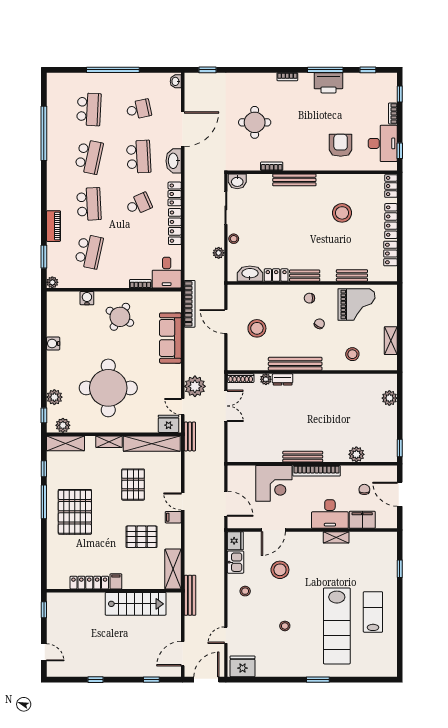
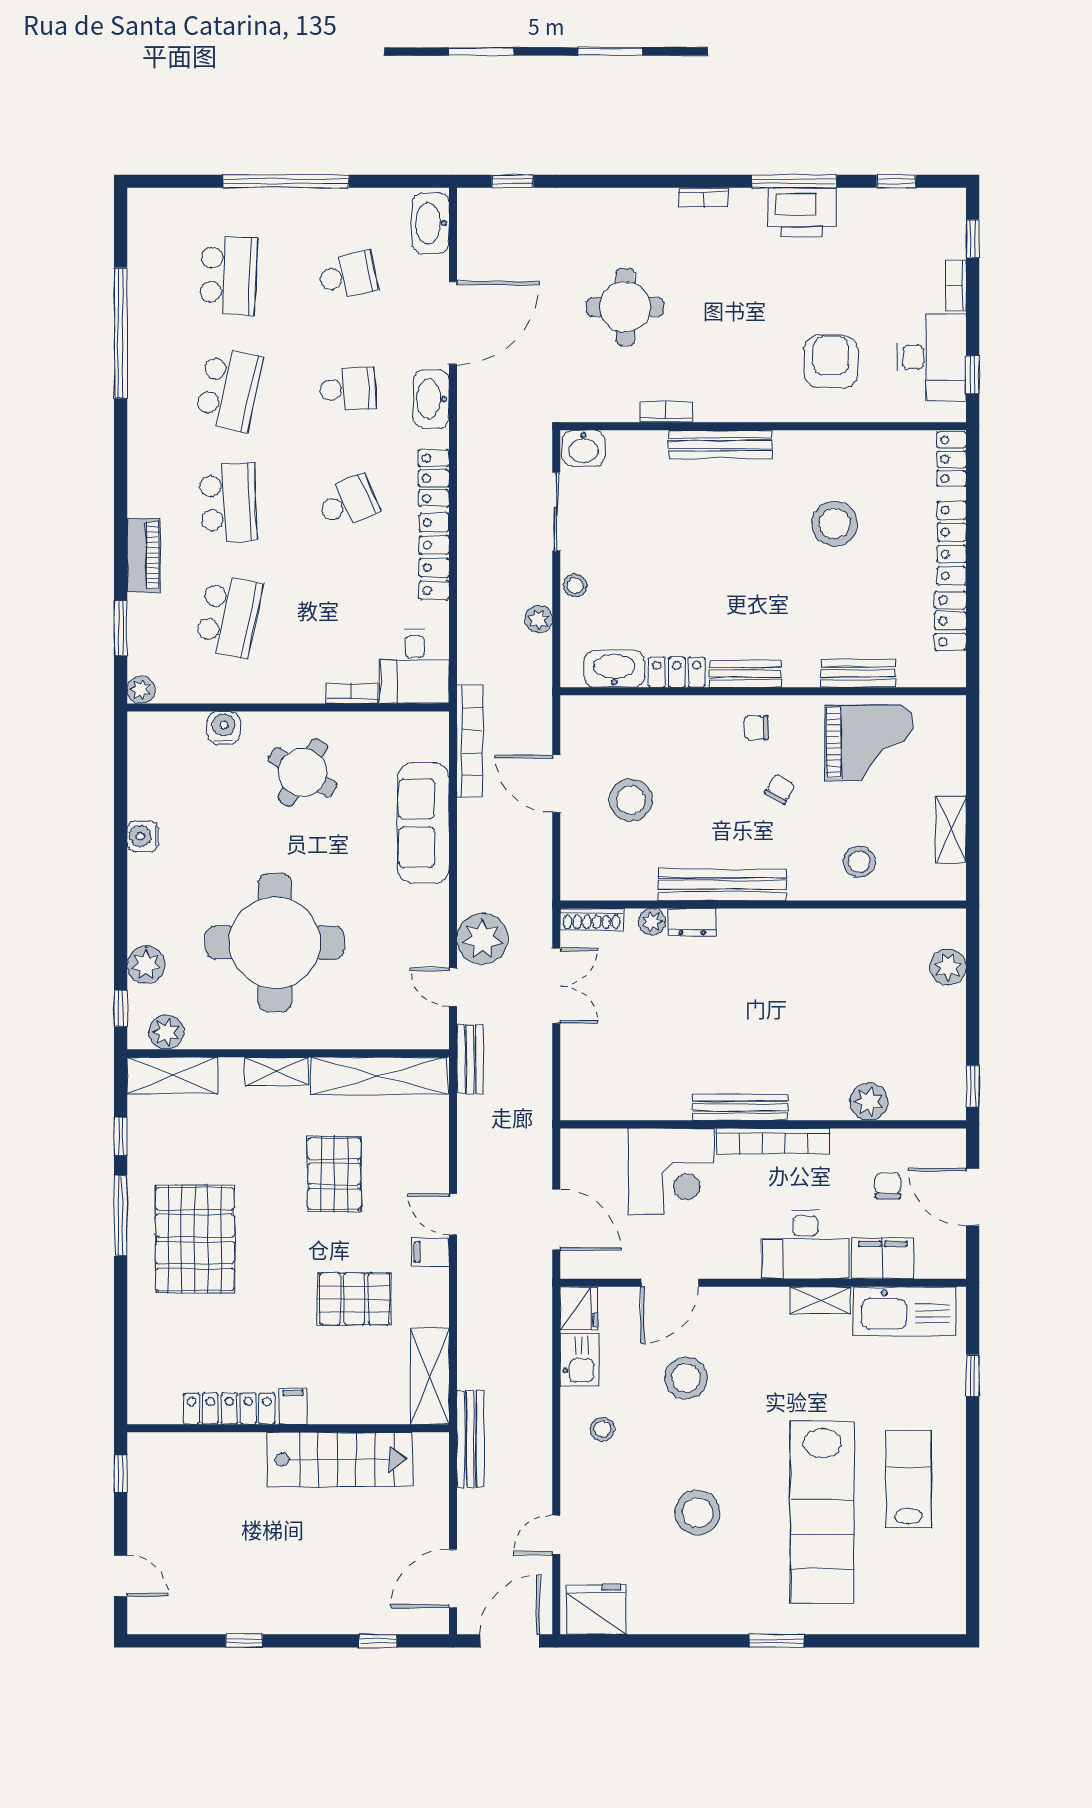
washbasin: (176, 81) -> (430, 223), width x1.91, depth x1.45
school desk: (139, 157) -> (348, 389), width x0.54
fridge: (169, 424) -> (419, 1028), removed
kitchen sink: (371, 542) -> (905, 1311), added
stool: (285, 626) -> (698, 1513), width x1.89, depth x1.89

